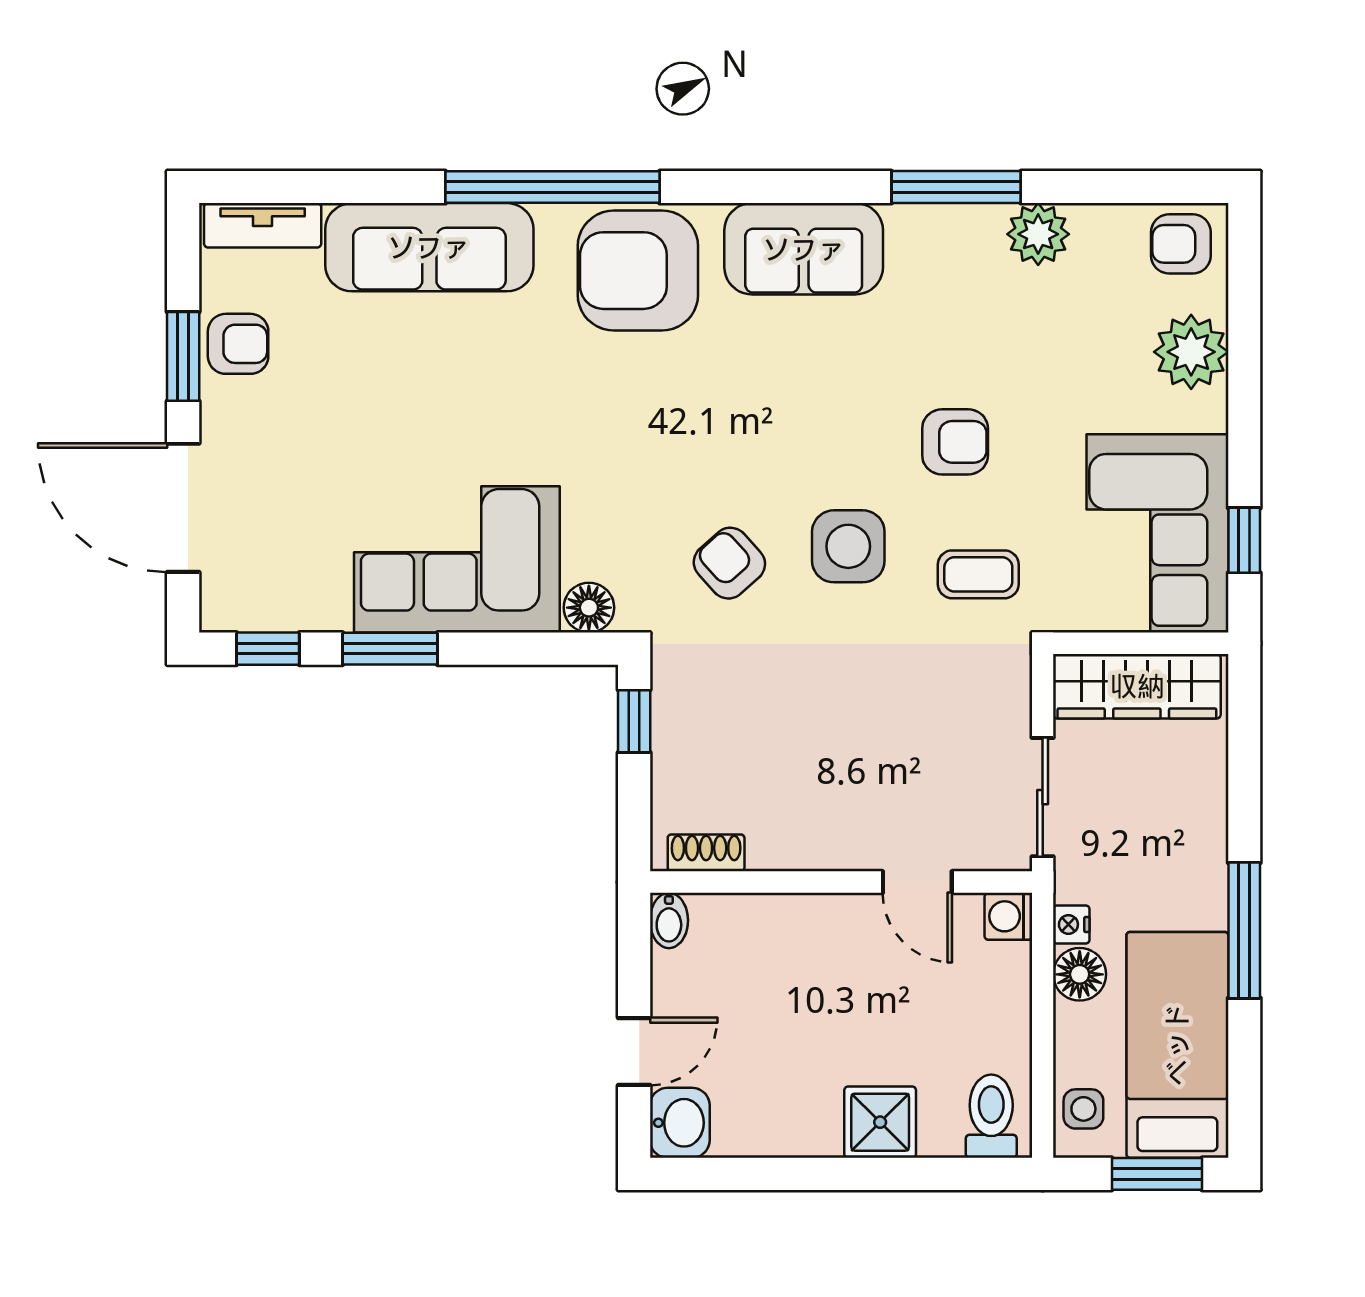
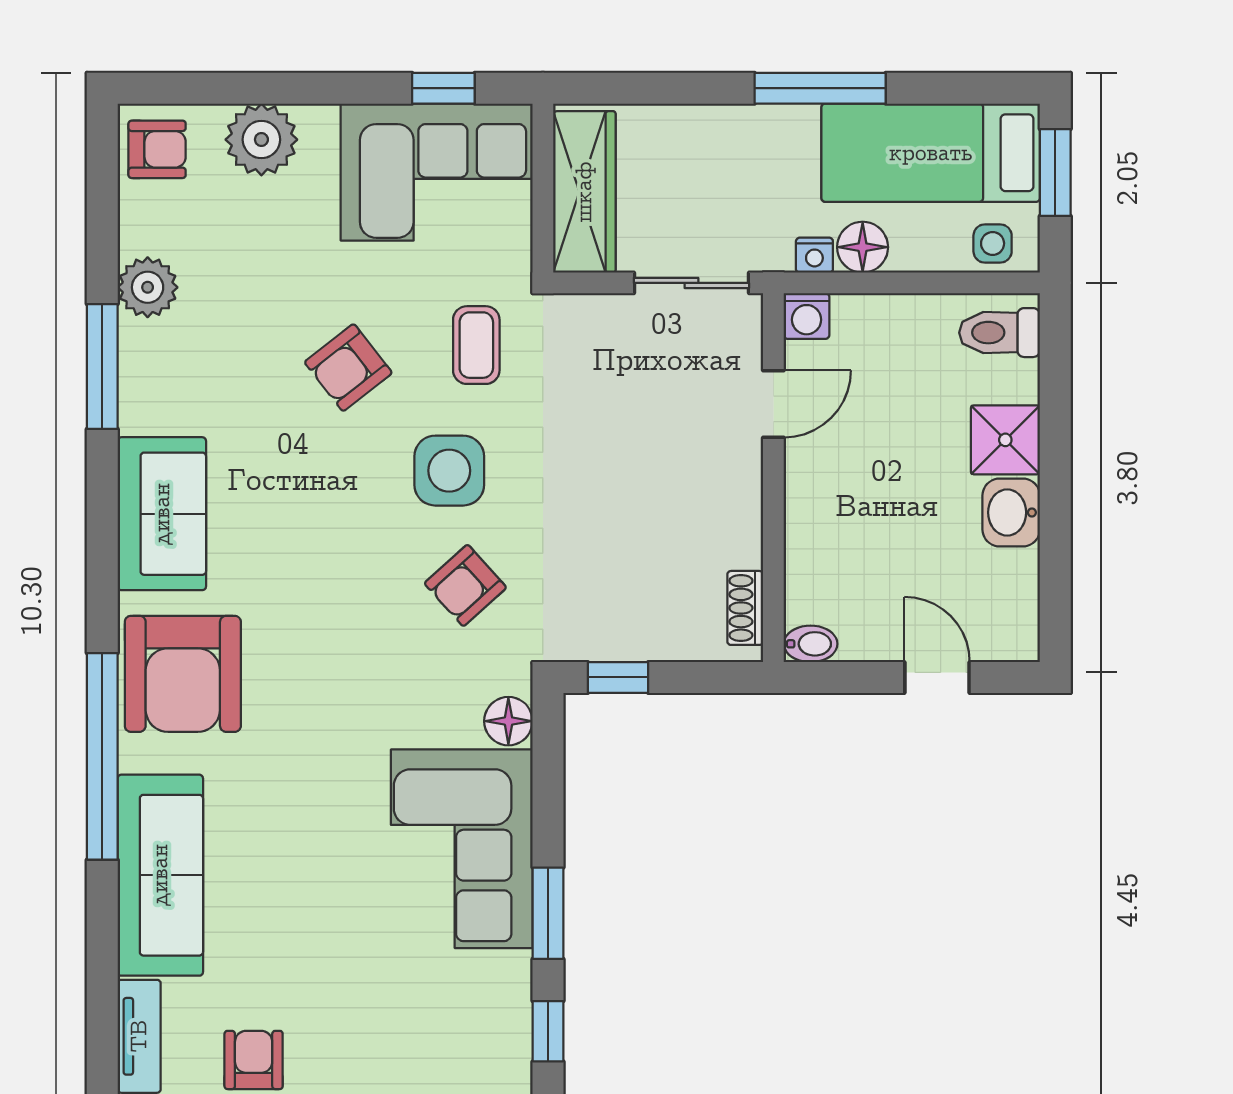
armchair: (1181, 244) -> (157, 149), turned -90
armchair: (955, 442) -> (348, 368), turned -128
washbasin: (680, 1123) -> (1011, 512), moved, turned -90

